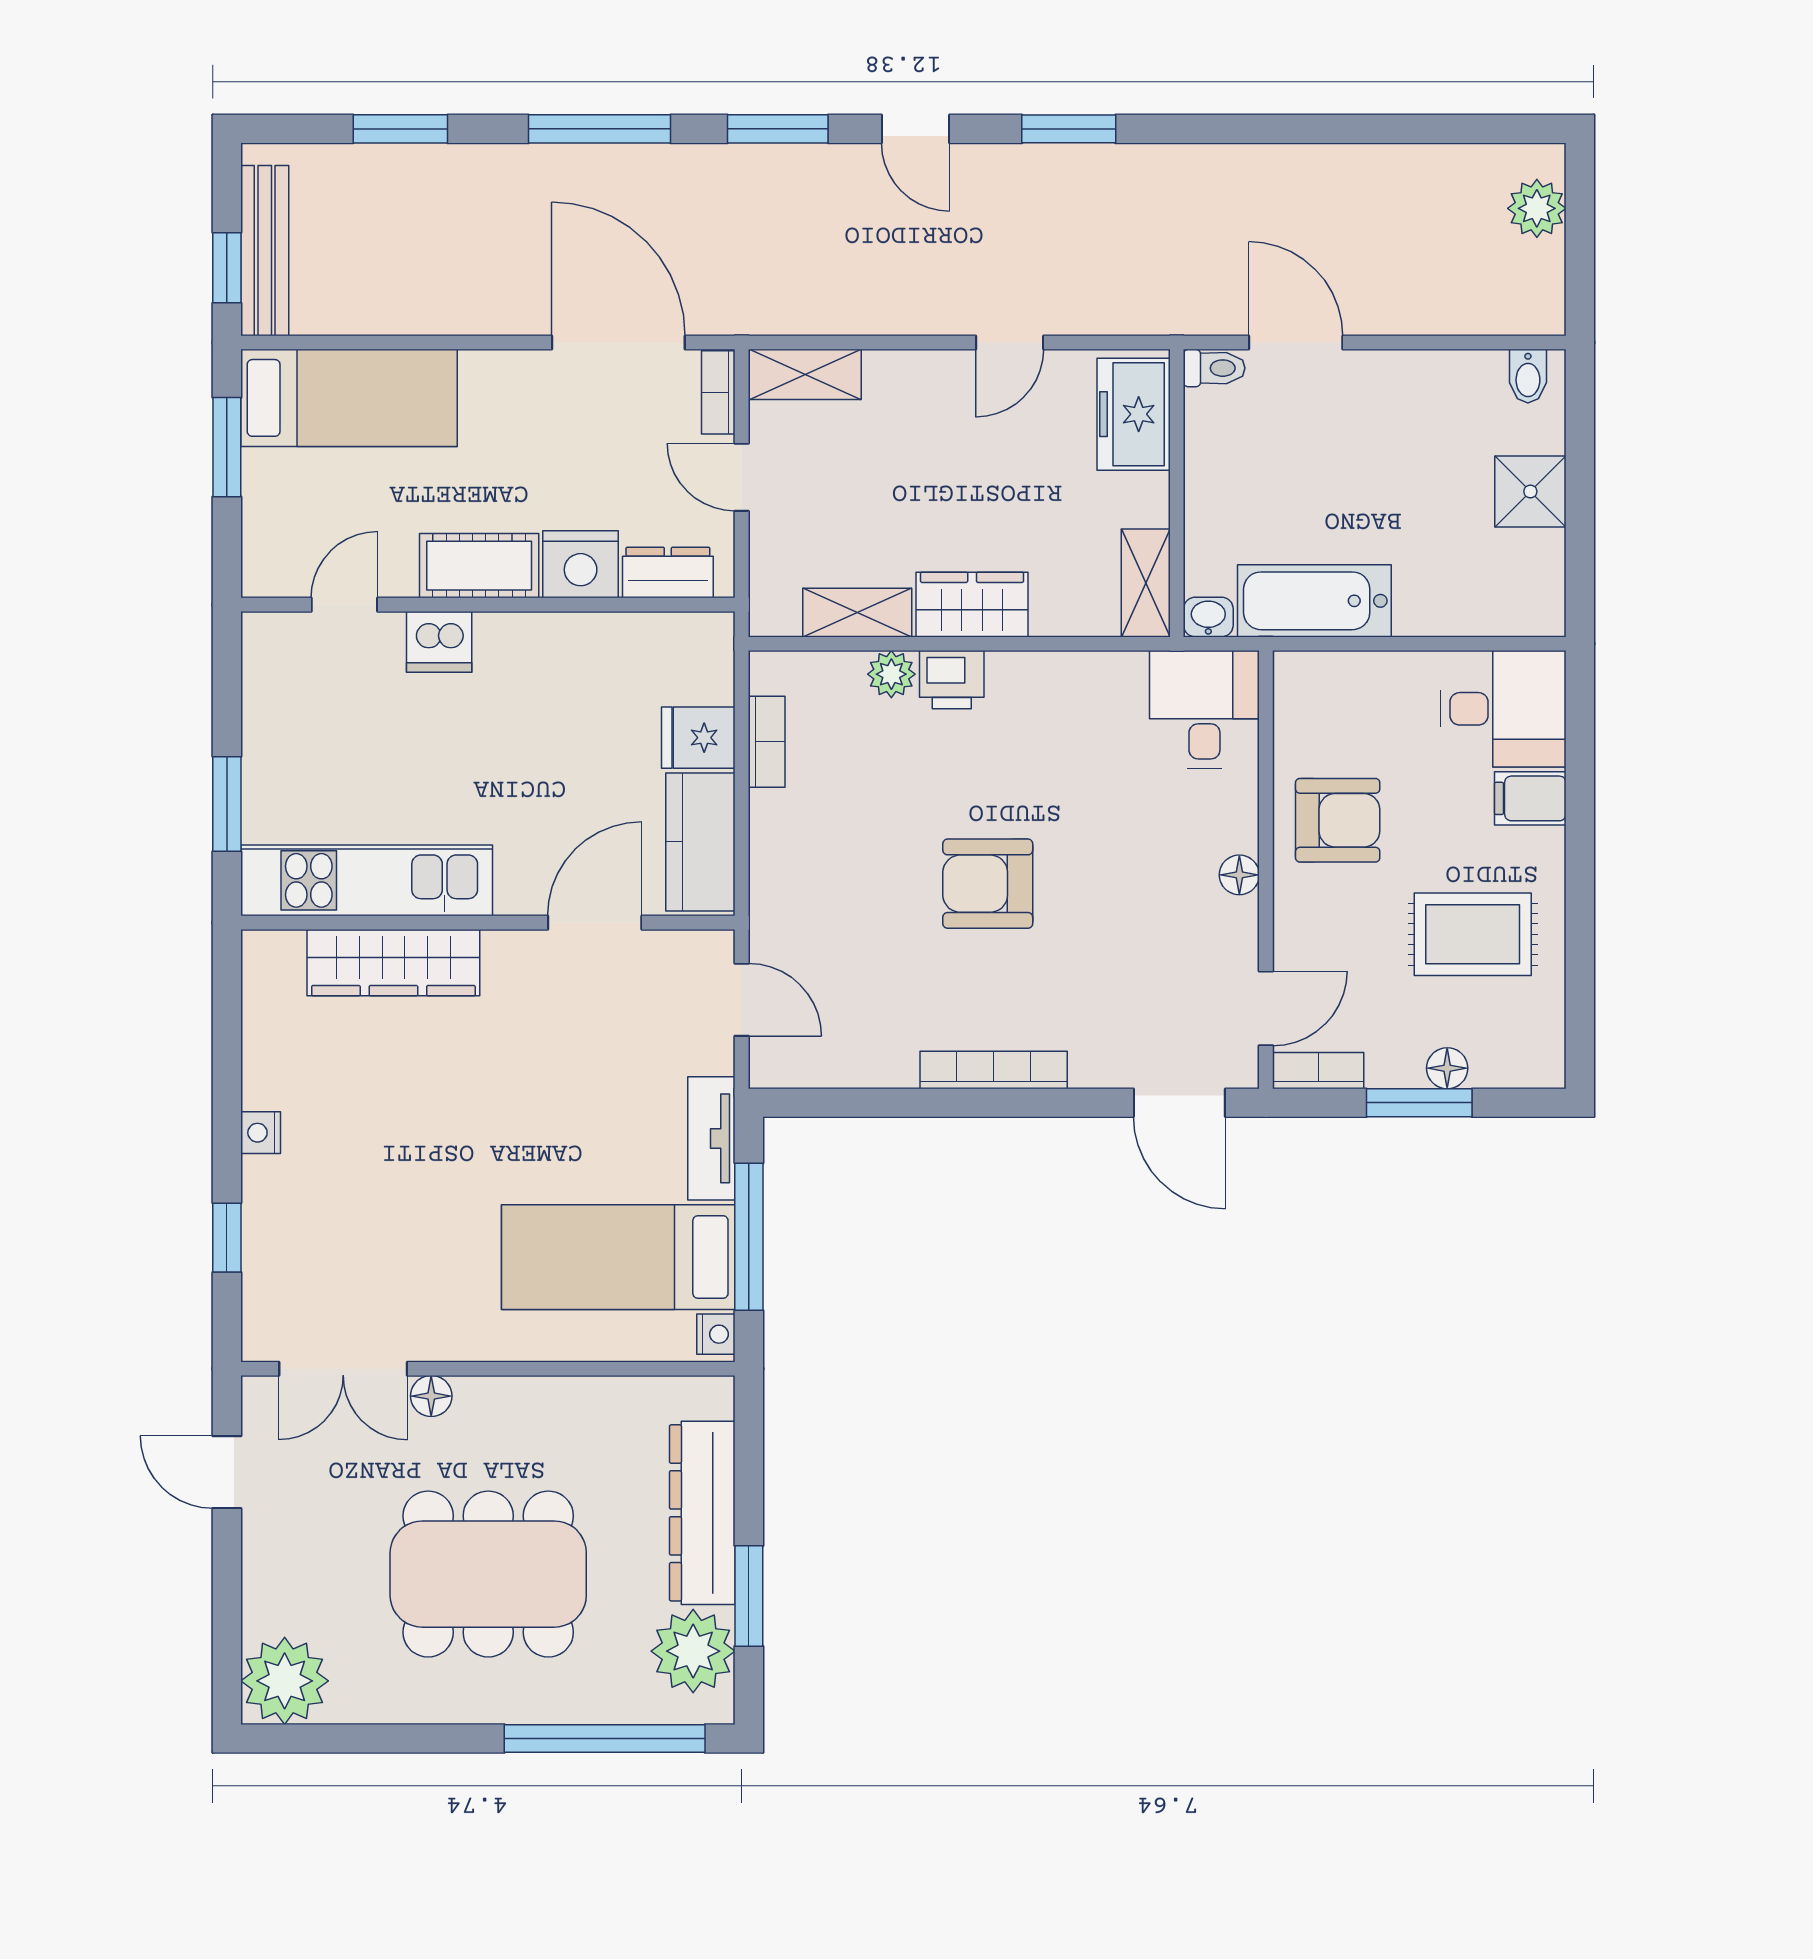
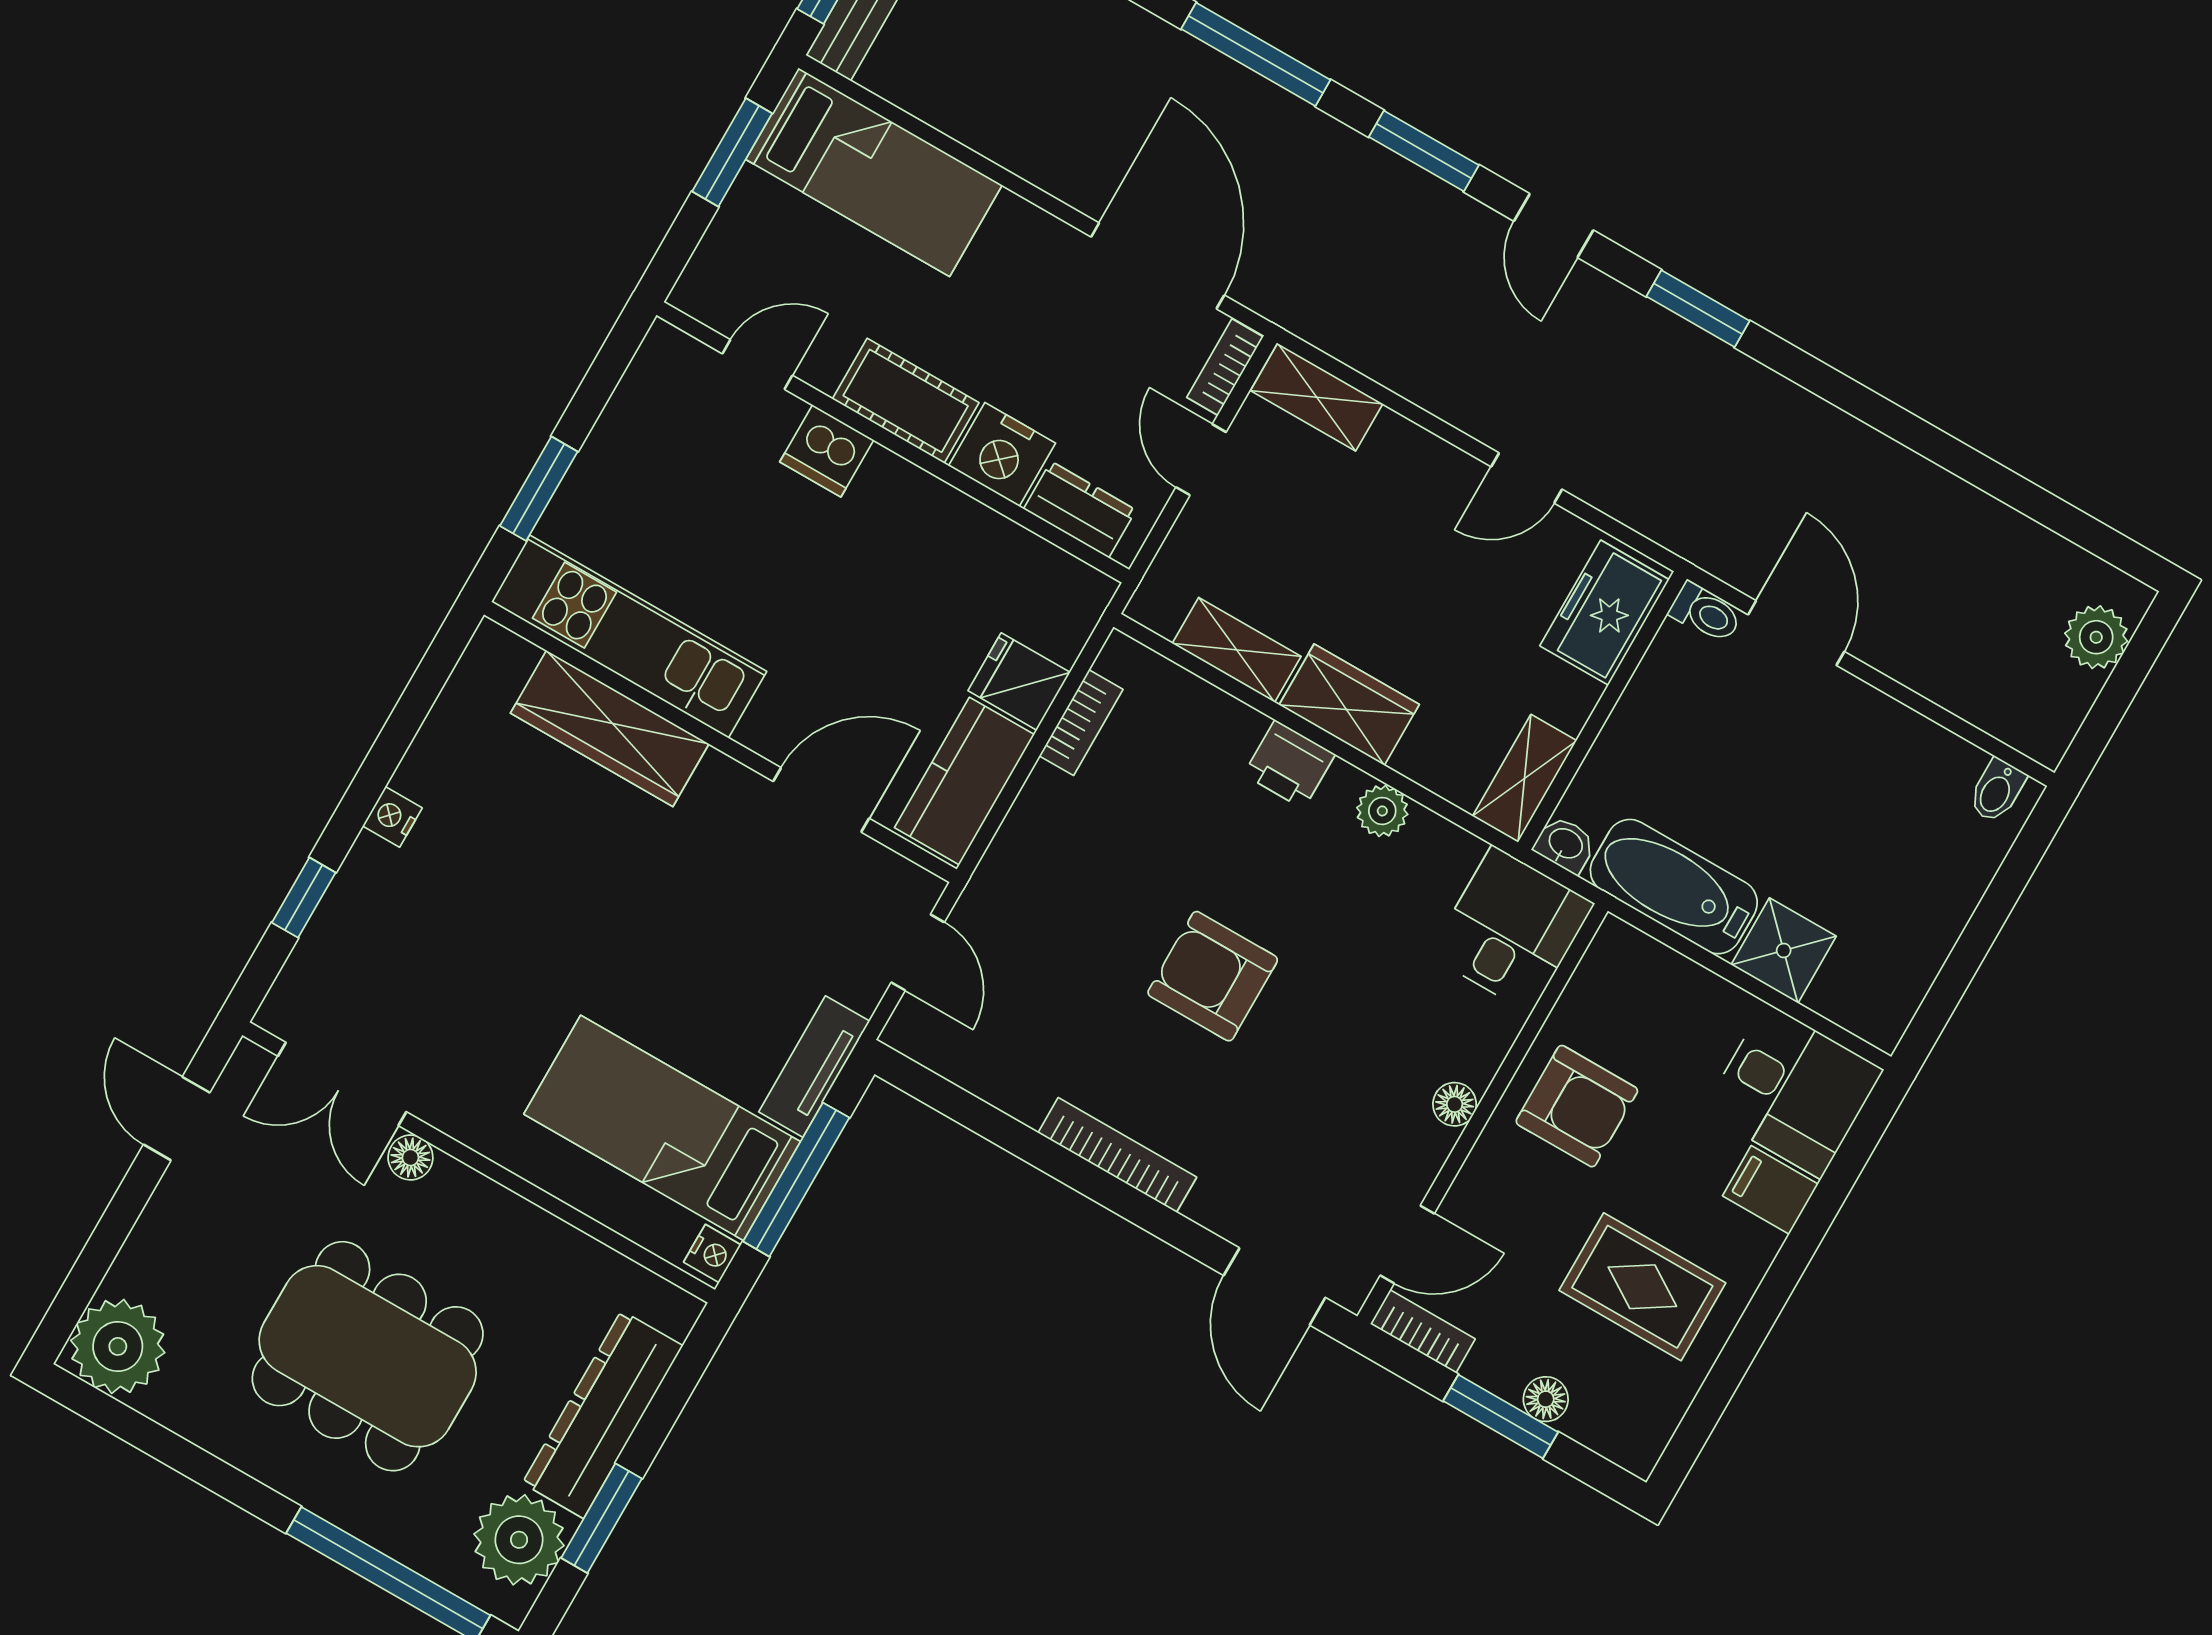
shower: (1530, 491) -> (1784, 951), moved
plant: (891, 674) -> (1382, 811), moved

